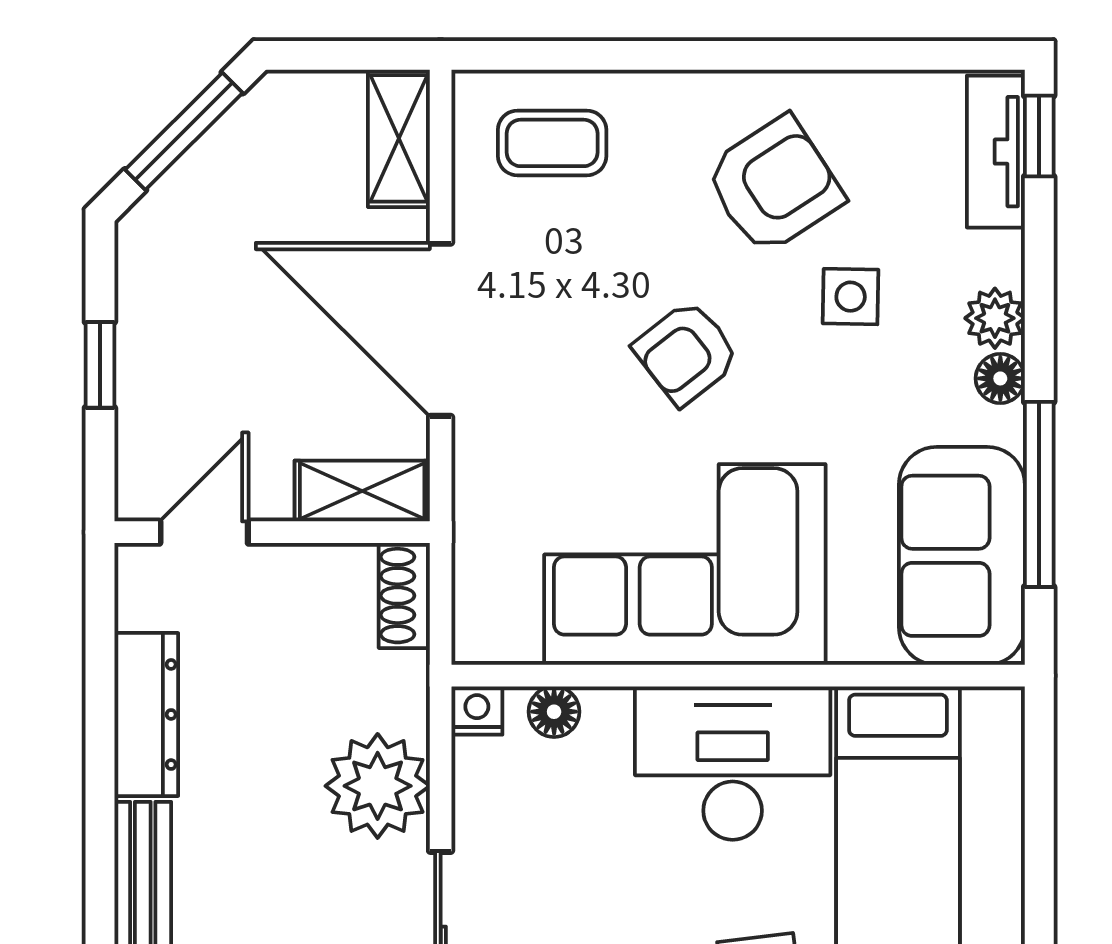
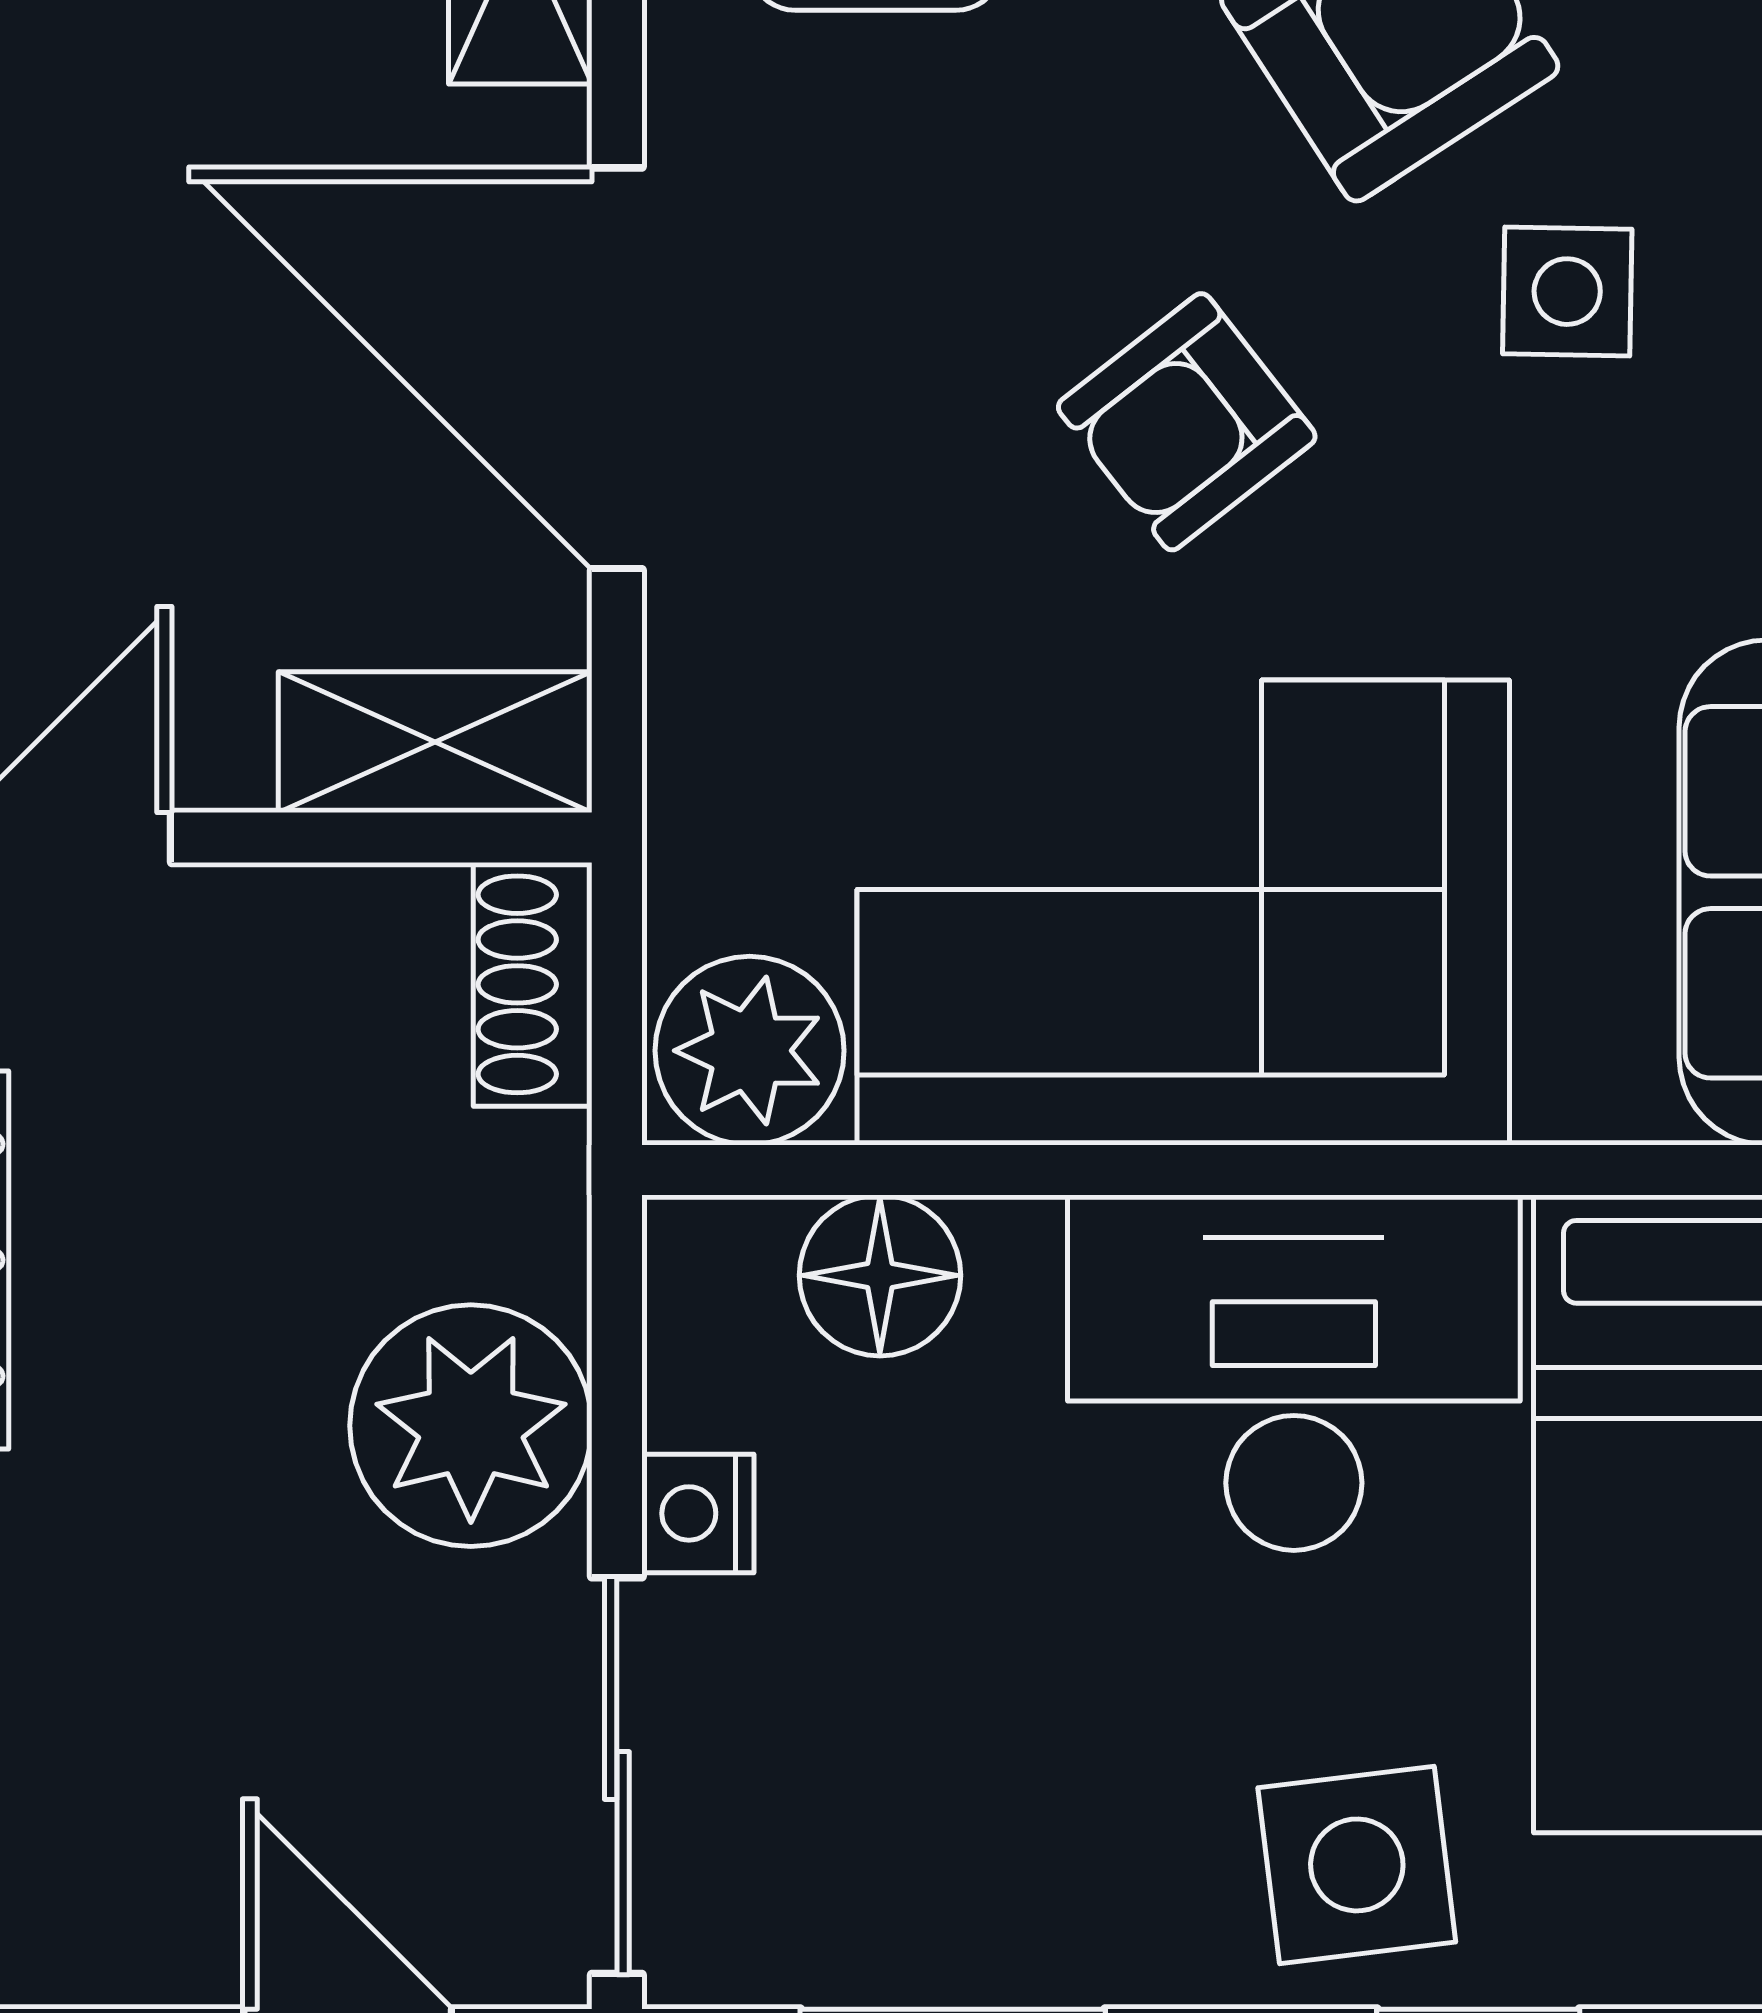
plant: (498, 624) -> (750, 1051), added
nightstand: (477, 711) -> (698, 1513), moved, turned -90
floor lamp: (554, 712) -> (880, 1275), width x1.37, depth x1.37

